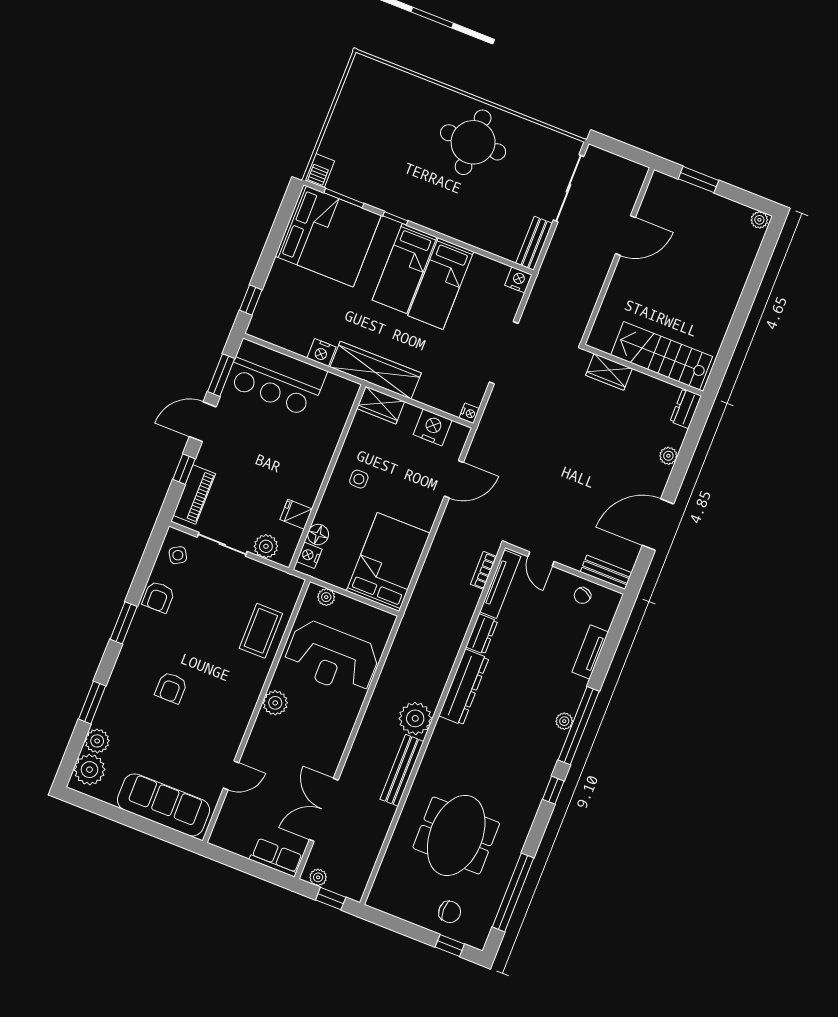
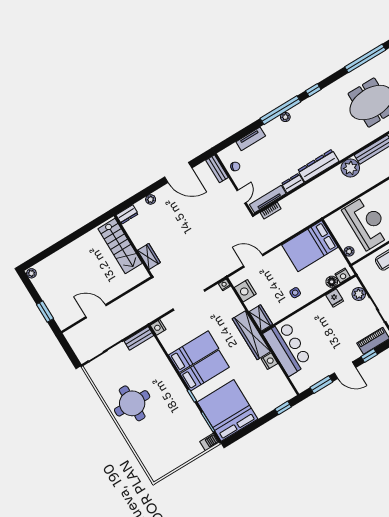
bar counter: (276, 378) -> (288, 348), moved

